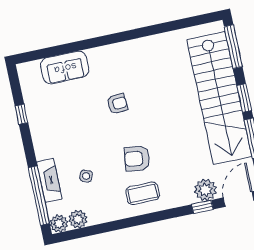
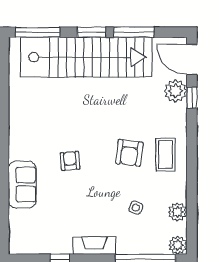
sofa: (65, 67) -> (22, 185), moved
fireplace: (49, 180) -> (94, 246), moved
plant: (78, 219) -> (177, 212), moved

